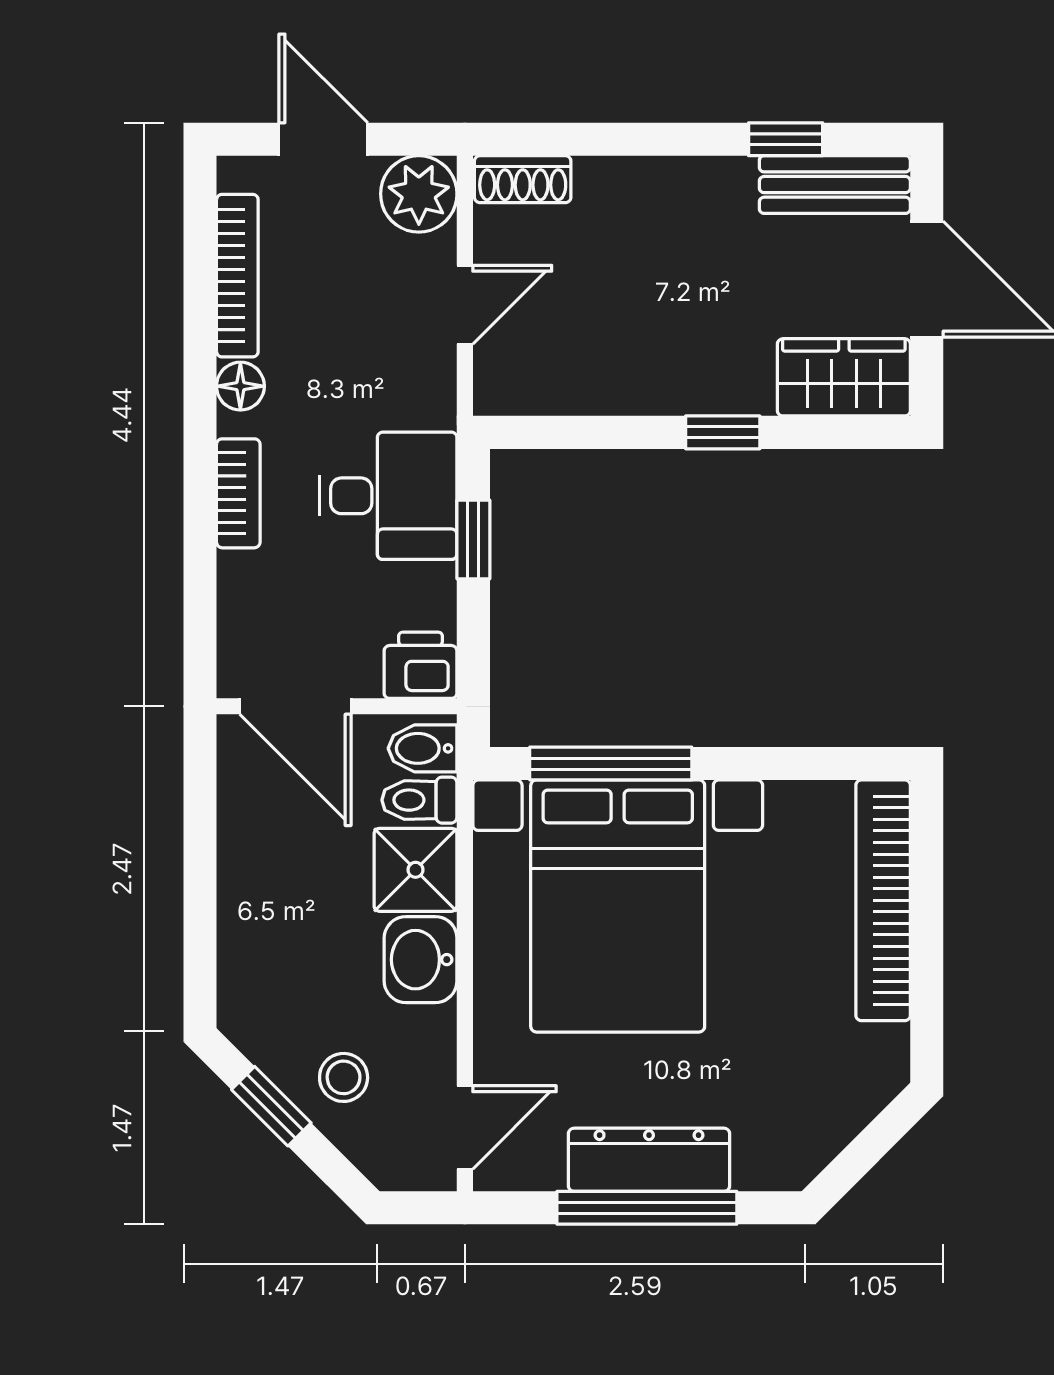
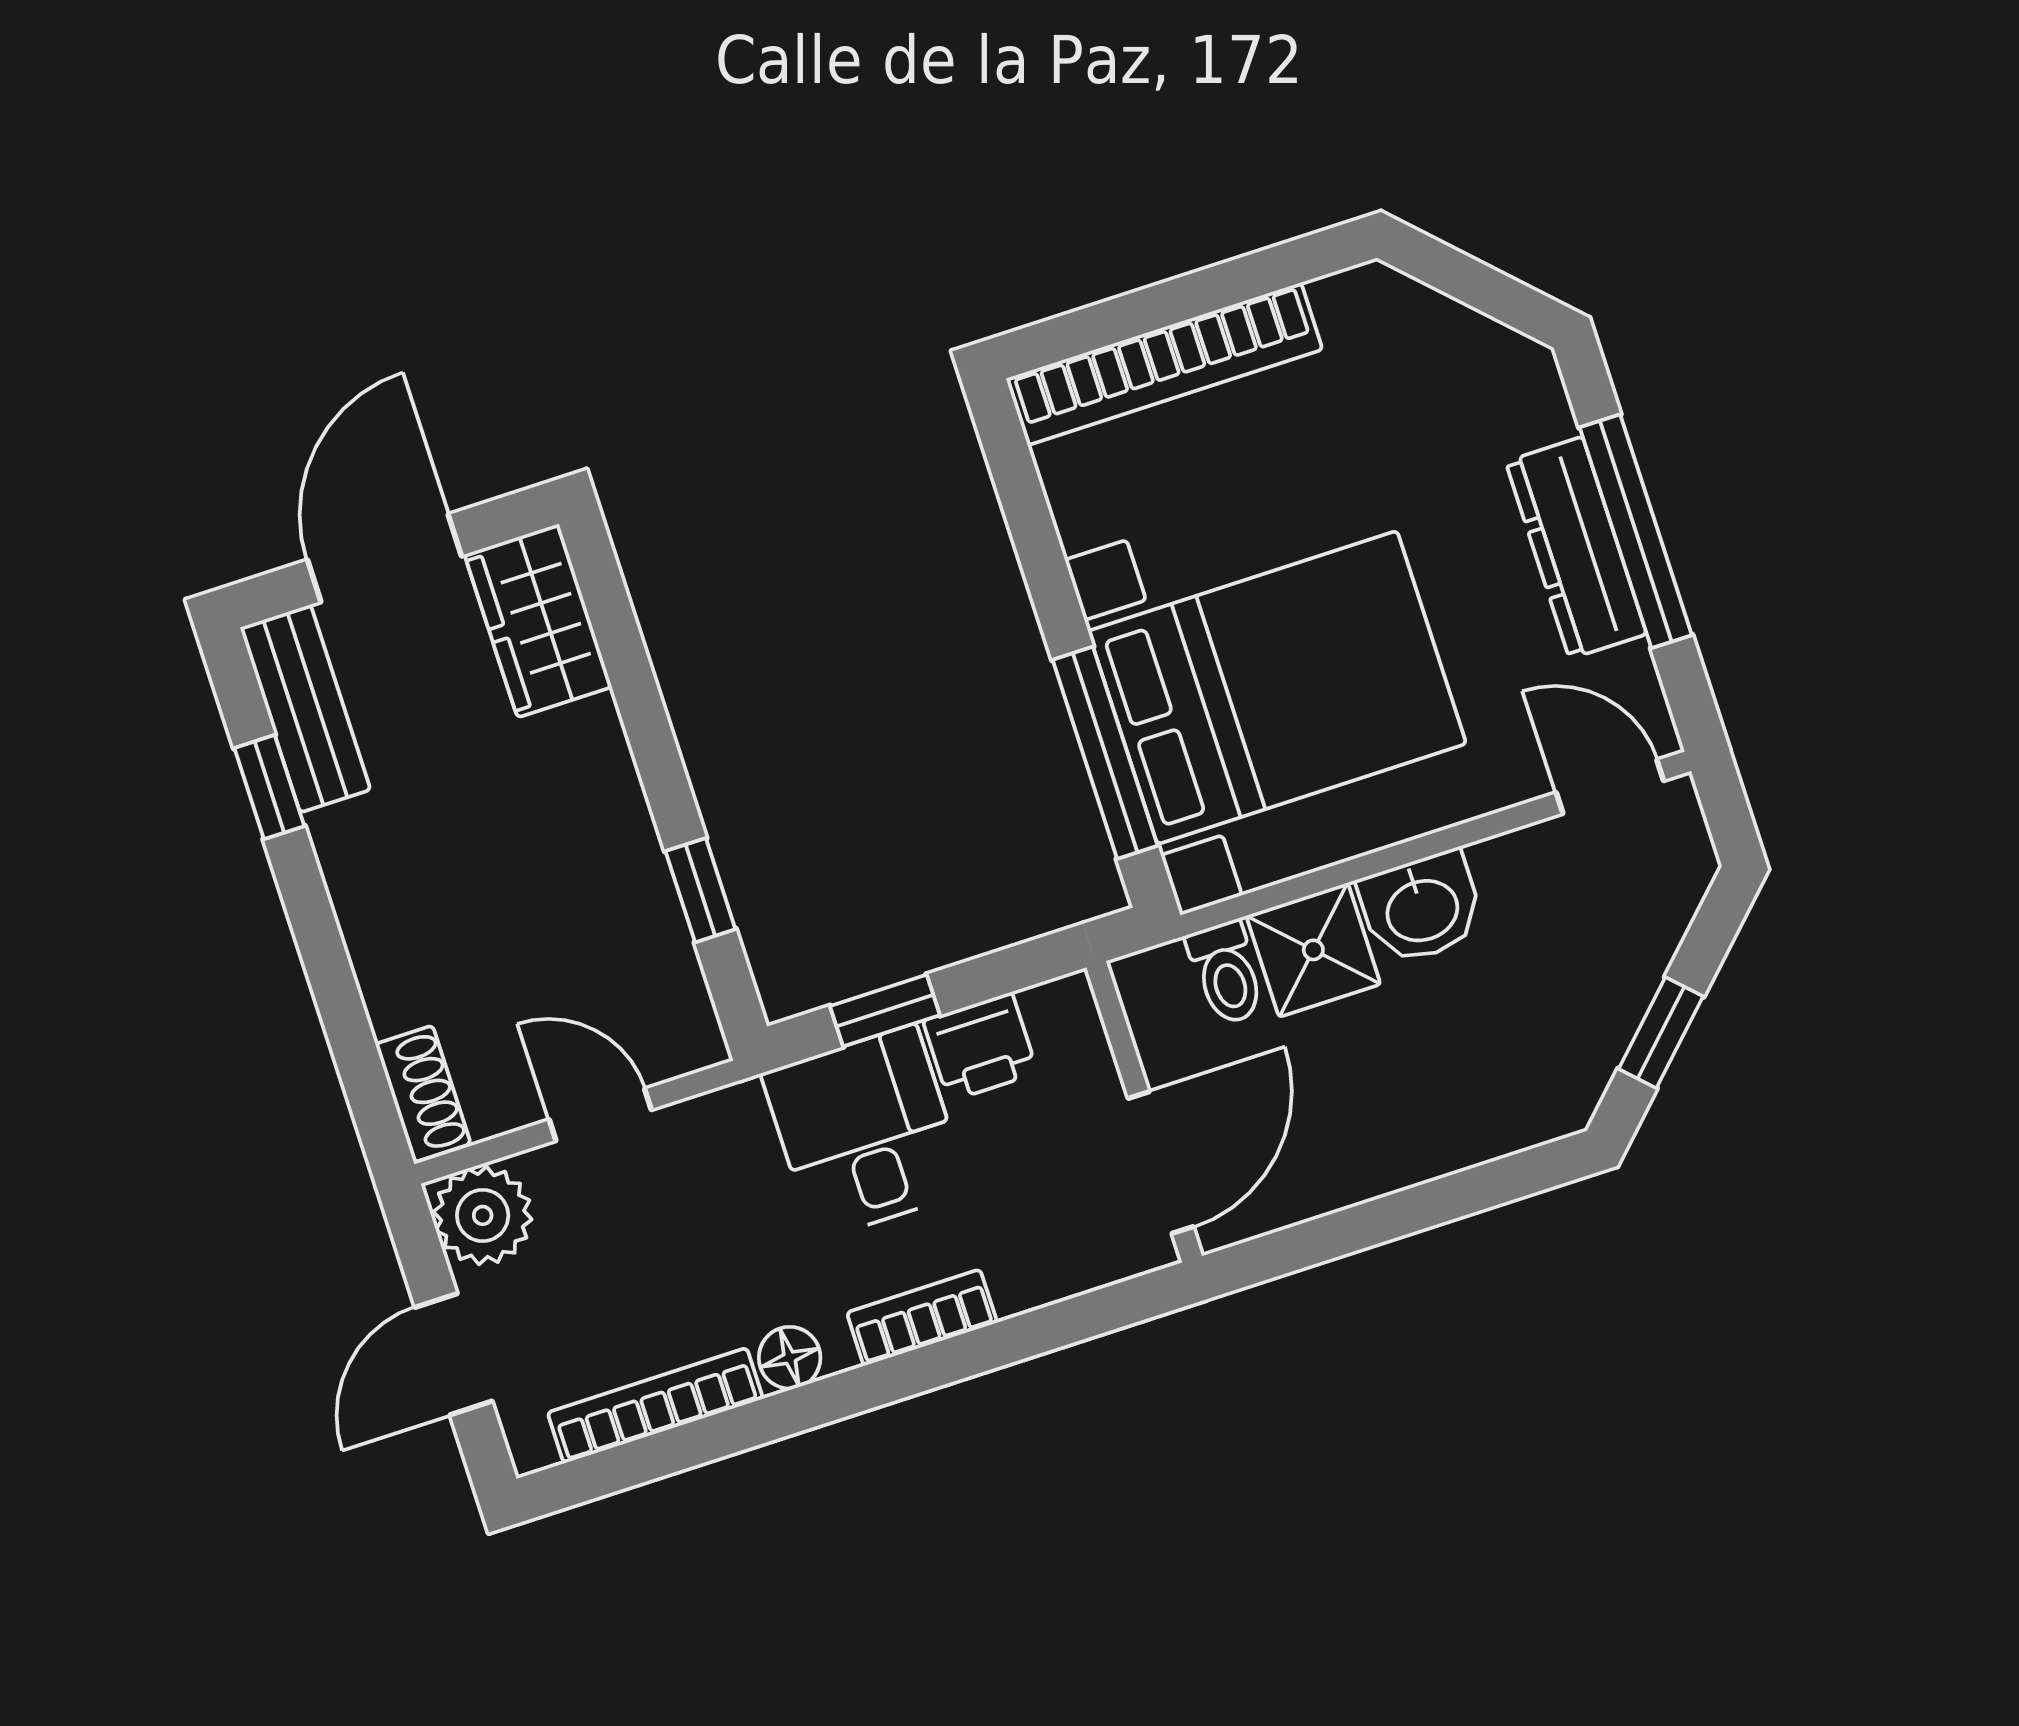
window: (723, 432) -> (700, 890), moved
printer: (421, 665) -> (980, 1047), moved, turned -90
bidet: (423, 748) -> (1162, 990), removed
stool: (344, 1077) -> (1597, 955), removed

